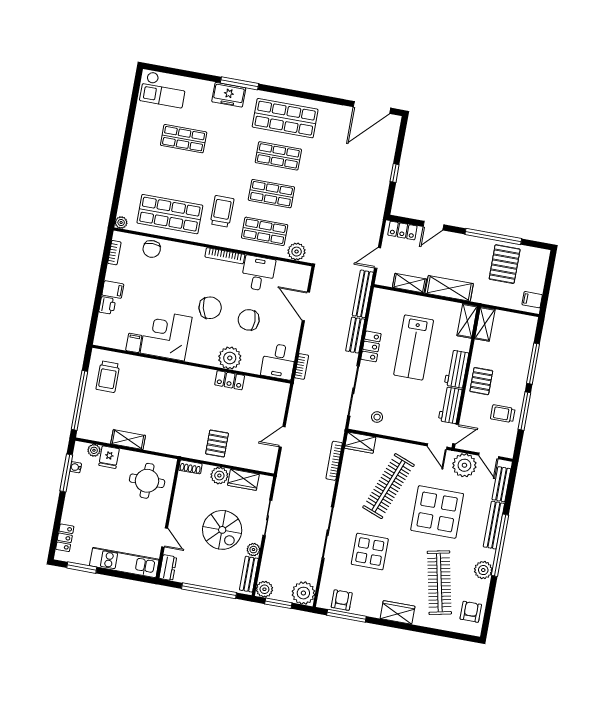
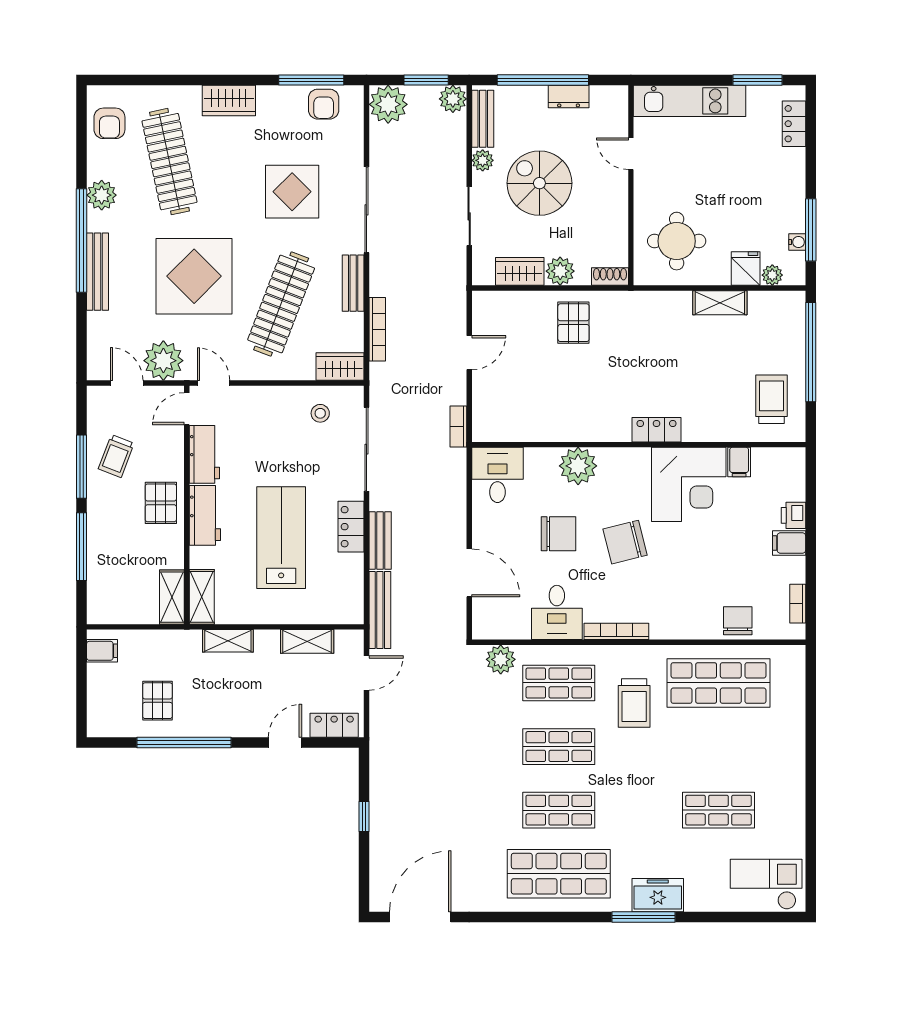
plant: (121, 223) -> (796, 655), removed
pallet: (505, 264) -> (157, 701), width x0.67, depth x0.71
shelving: (449, 288) -> (228, 641), width x0.67, depth x0.75
bookcase: (302, 366) -> (458, 427), moved
locker: (230, 380) -> (657, 430), moved
trolley: (503, 414) -> (116, 456), turned 111
bench: (501, 484) -> (353, 283), moved
dresser: (168, 568) -> (569, 97), moved, turned -90

